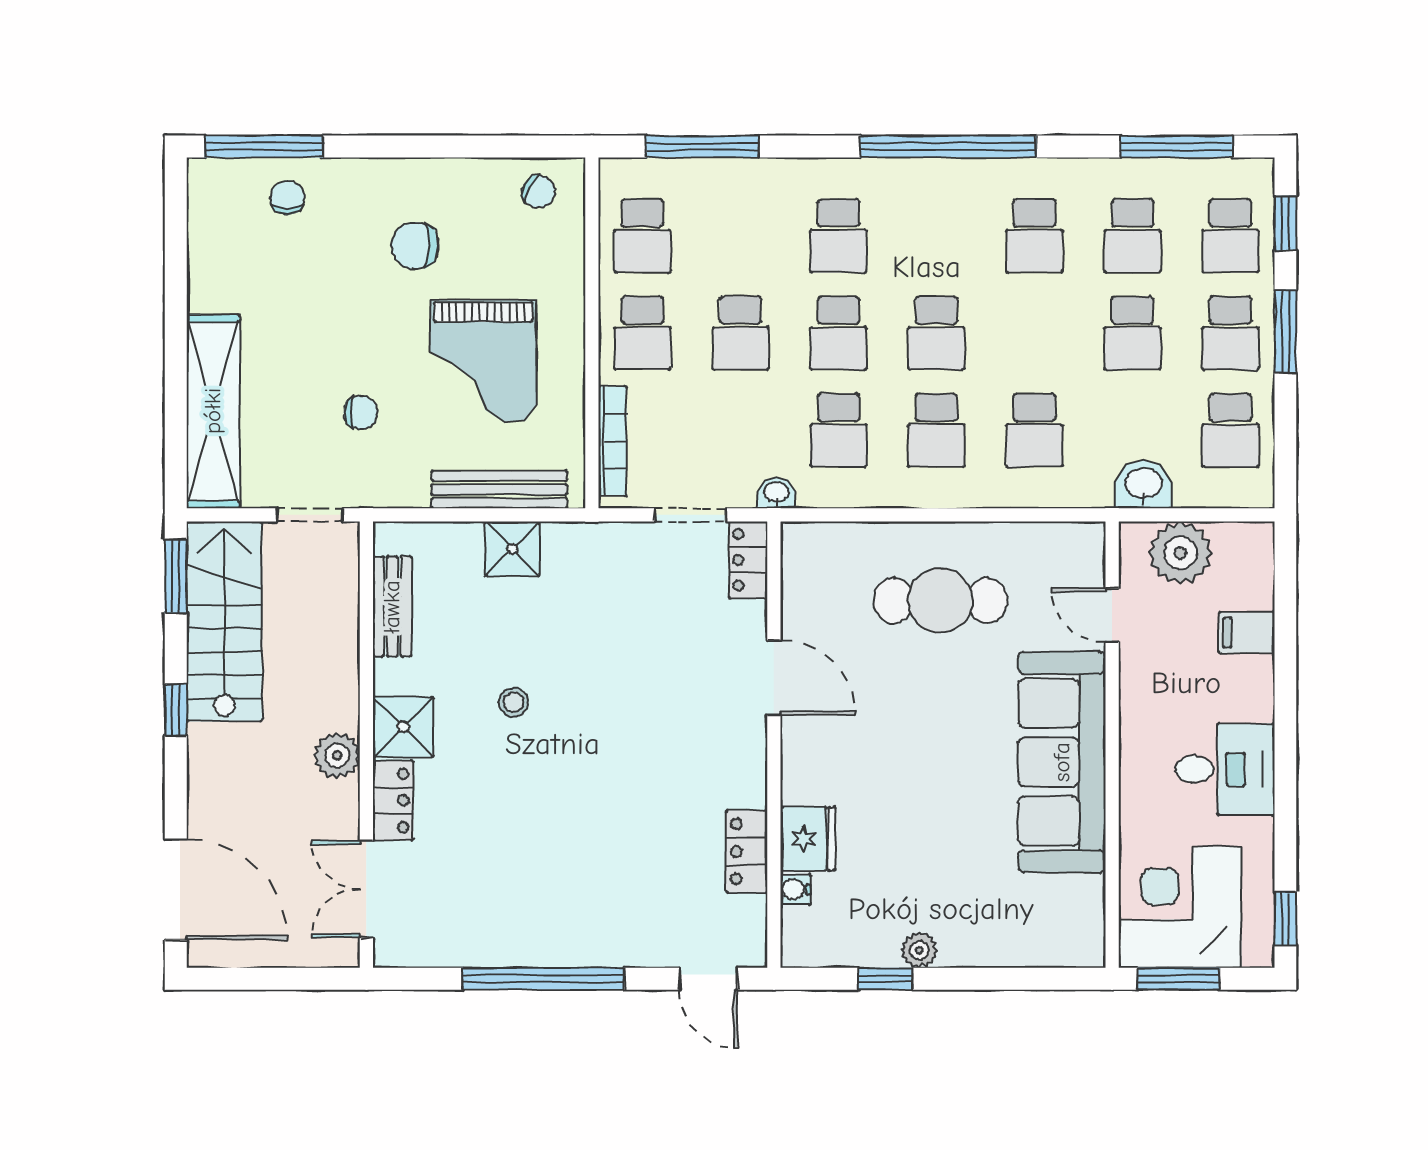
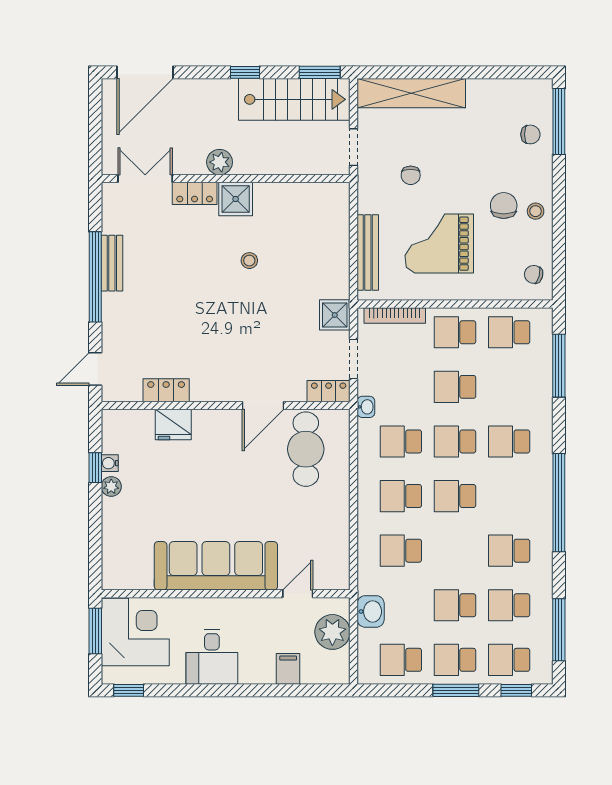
stool: (425, 188) -> (536, 211), added
chair: (539, 192) -> (534, 274), turned 78
shower: (512, 549) -> (335, 315), moved
cafe table: (940, 600) -> (306, 449), moved
bench: (392, 607) -> (112, 263), moved, turned 90
water cooler: (796, 889) -> (110, 463), moved, turned -90

